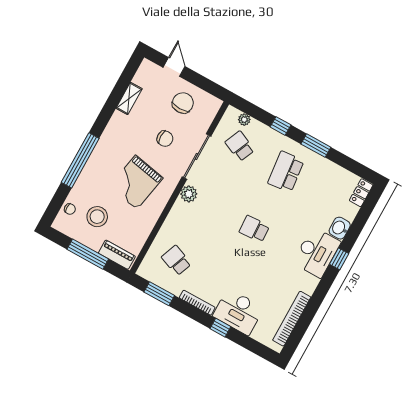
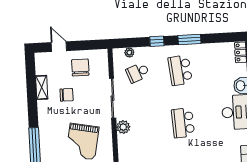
chair: (165, 139) -> (67, 95), moved
school desk: (240, 146) -> (138, 73), turned -45
school desk: (254, 229) -> (183, 123), width x1.85

